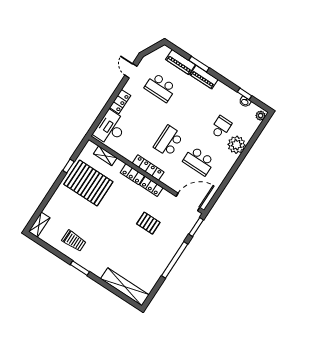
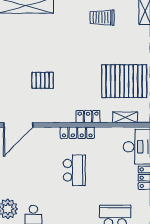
school desk: (199, 161) -> (33, 170), removed
locker: (151, 186) -> (63, 117), removed

